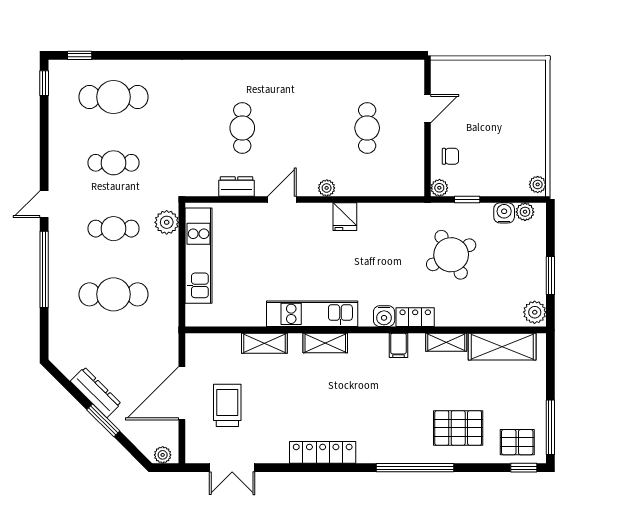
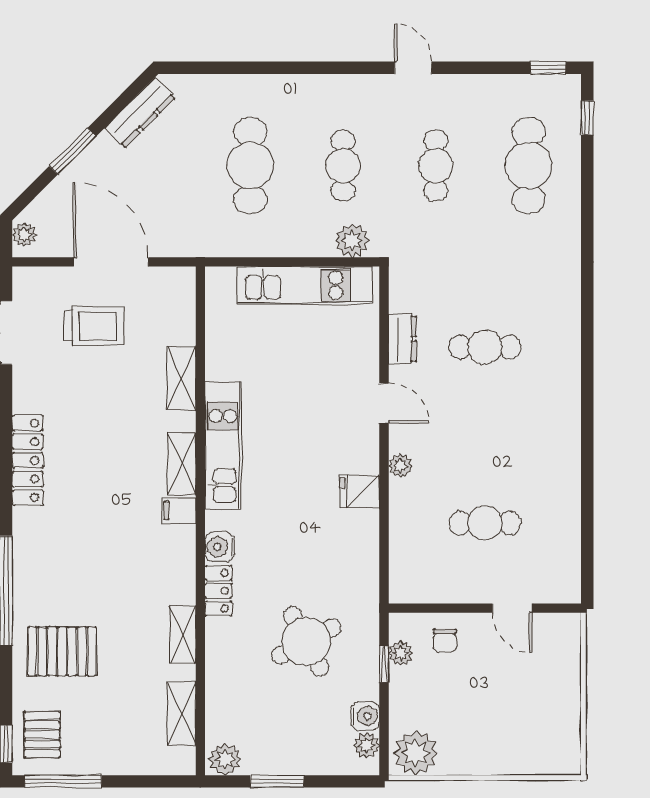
plant: (538, 184) -> (416, 753), width x1.88, depth x1.88
plant: (439, 188) -> (401, 653), moved
door: (44, 204) -> (413, 68), moved
window: (44, 269) -> (286, 68), removed
filing cabinet: (398, 345) -> (179, 510), moved
shelving: (502, 347) -> (182, 713), width x0.67, depth x0.75
dresser: (96, 392) -> (140, 113), moved
pallet: (458, 428) -> (62, 651), turned 90

